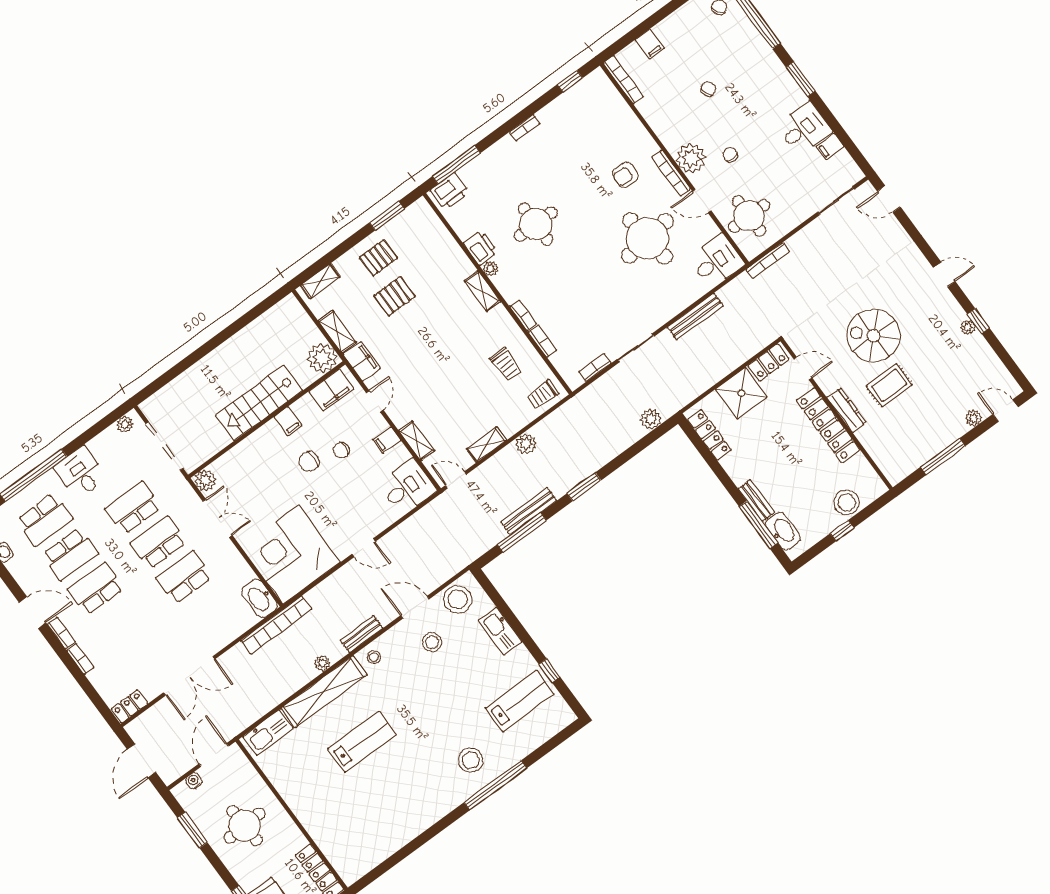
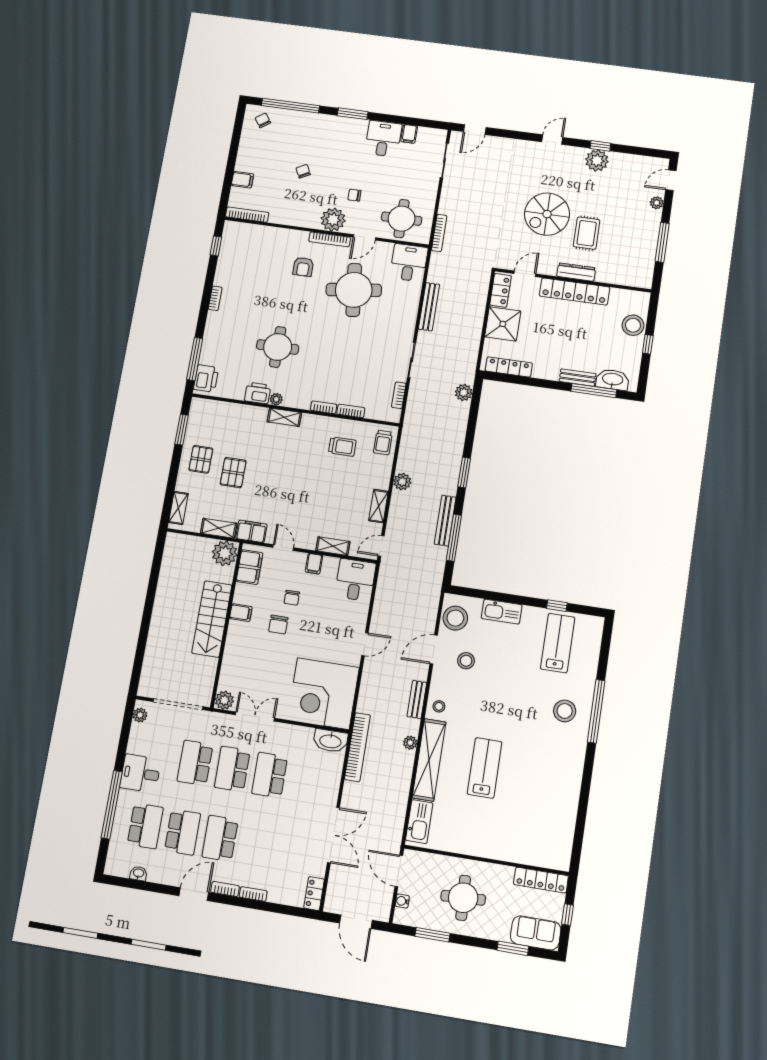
plant: (968, 327) -> (597, 160), width x1.88, depth x1.88

